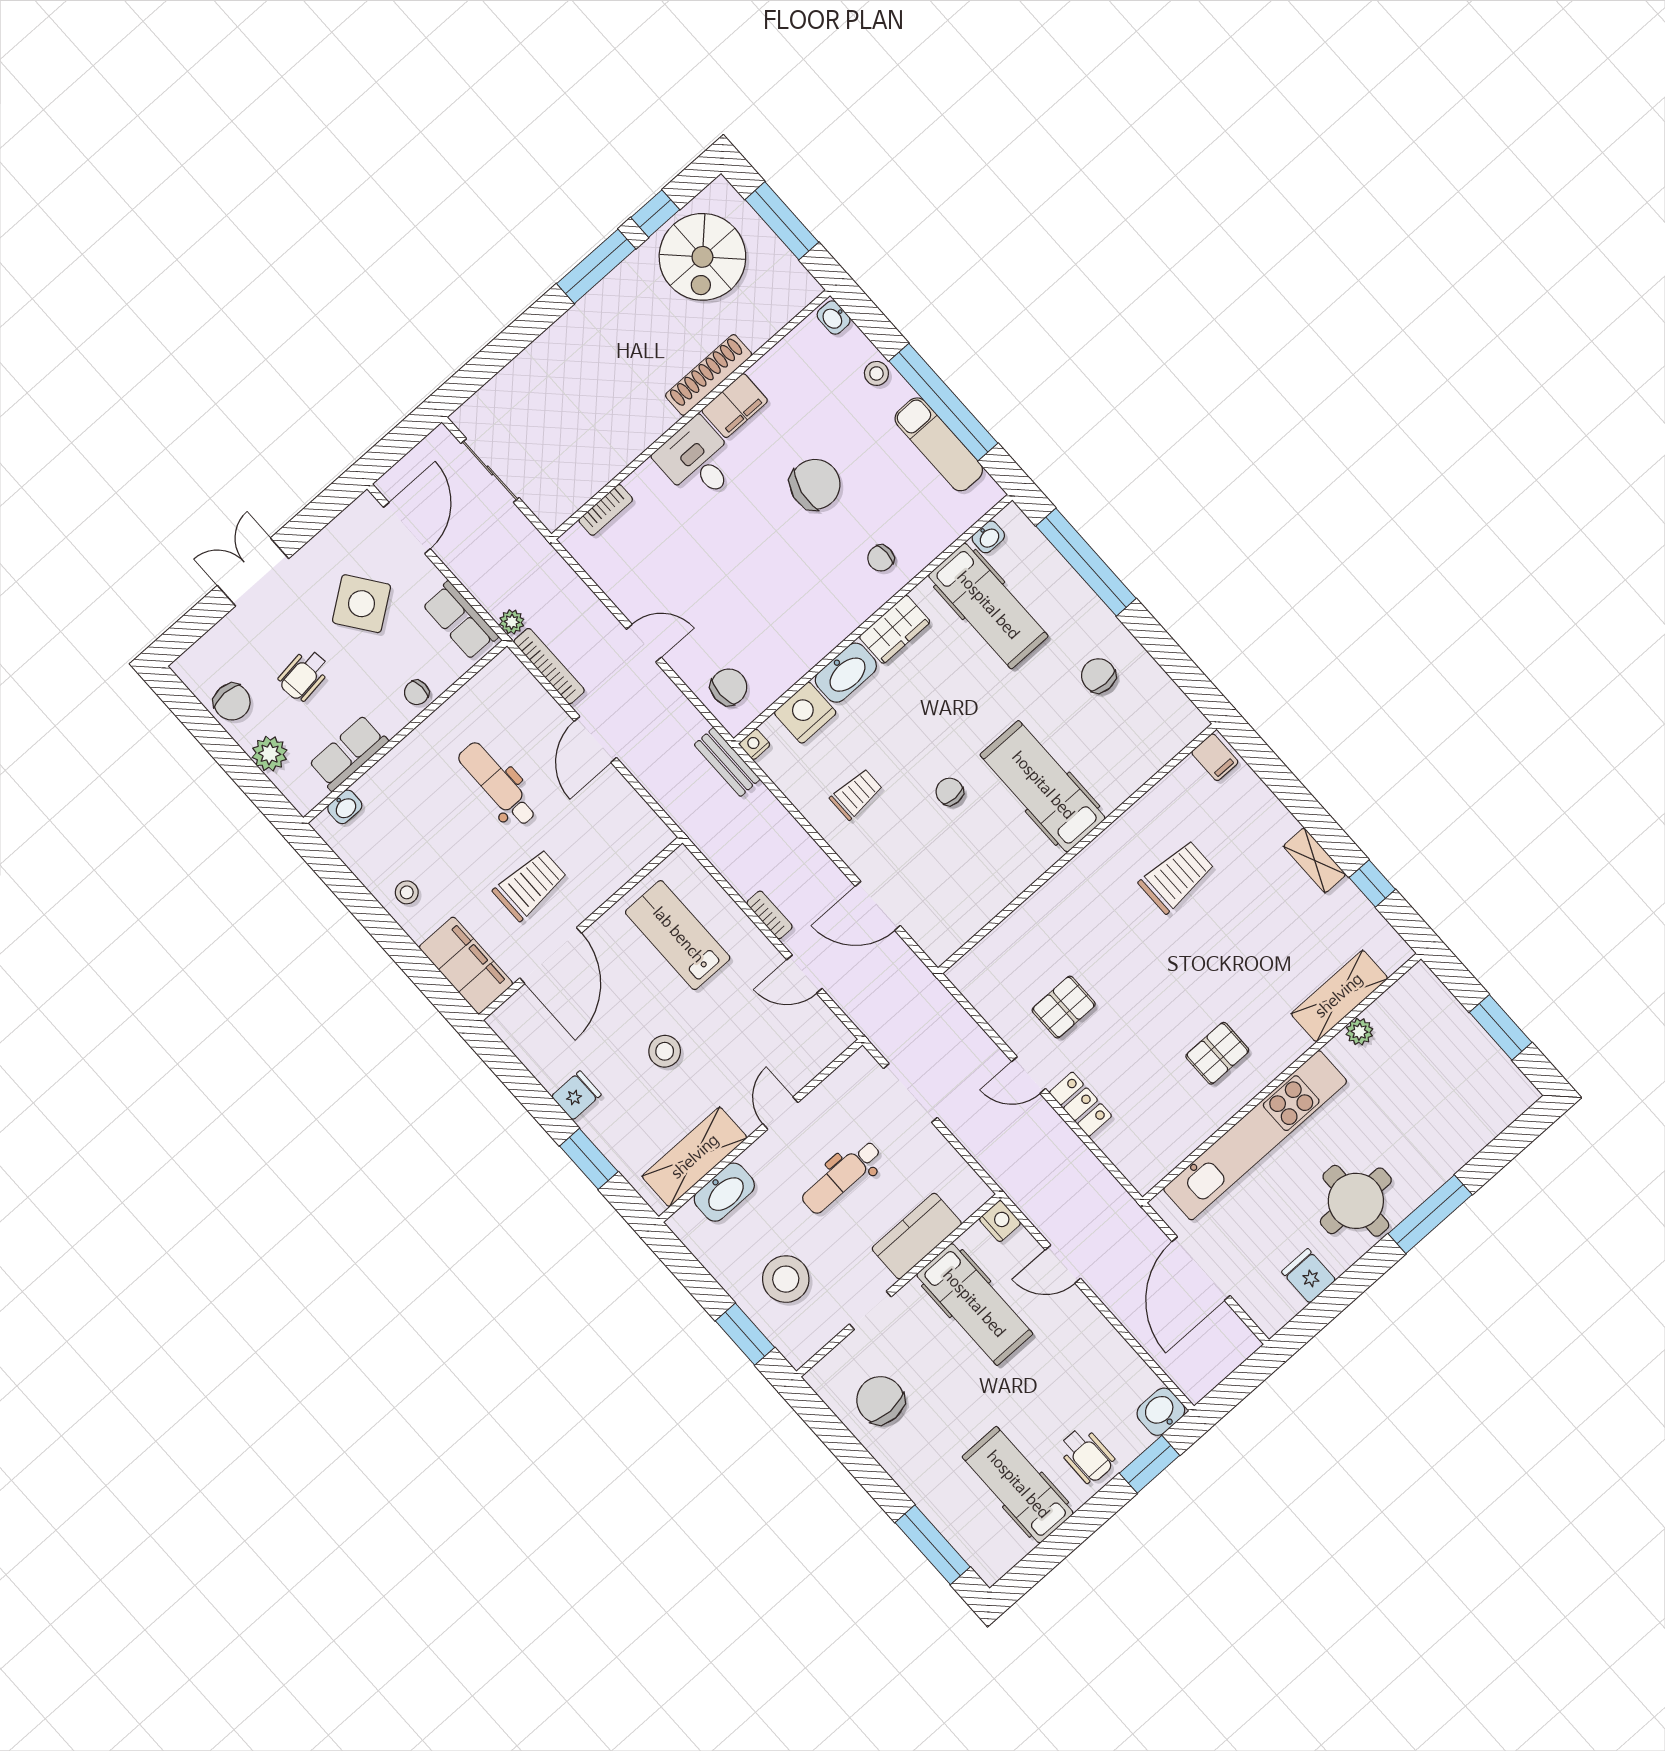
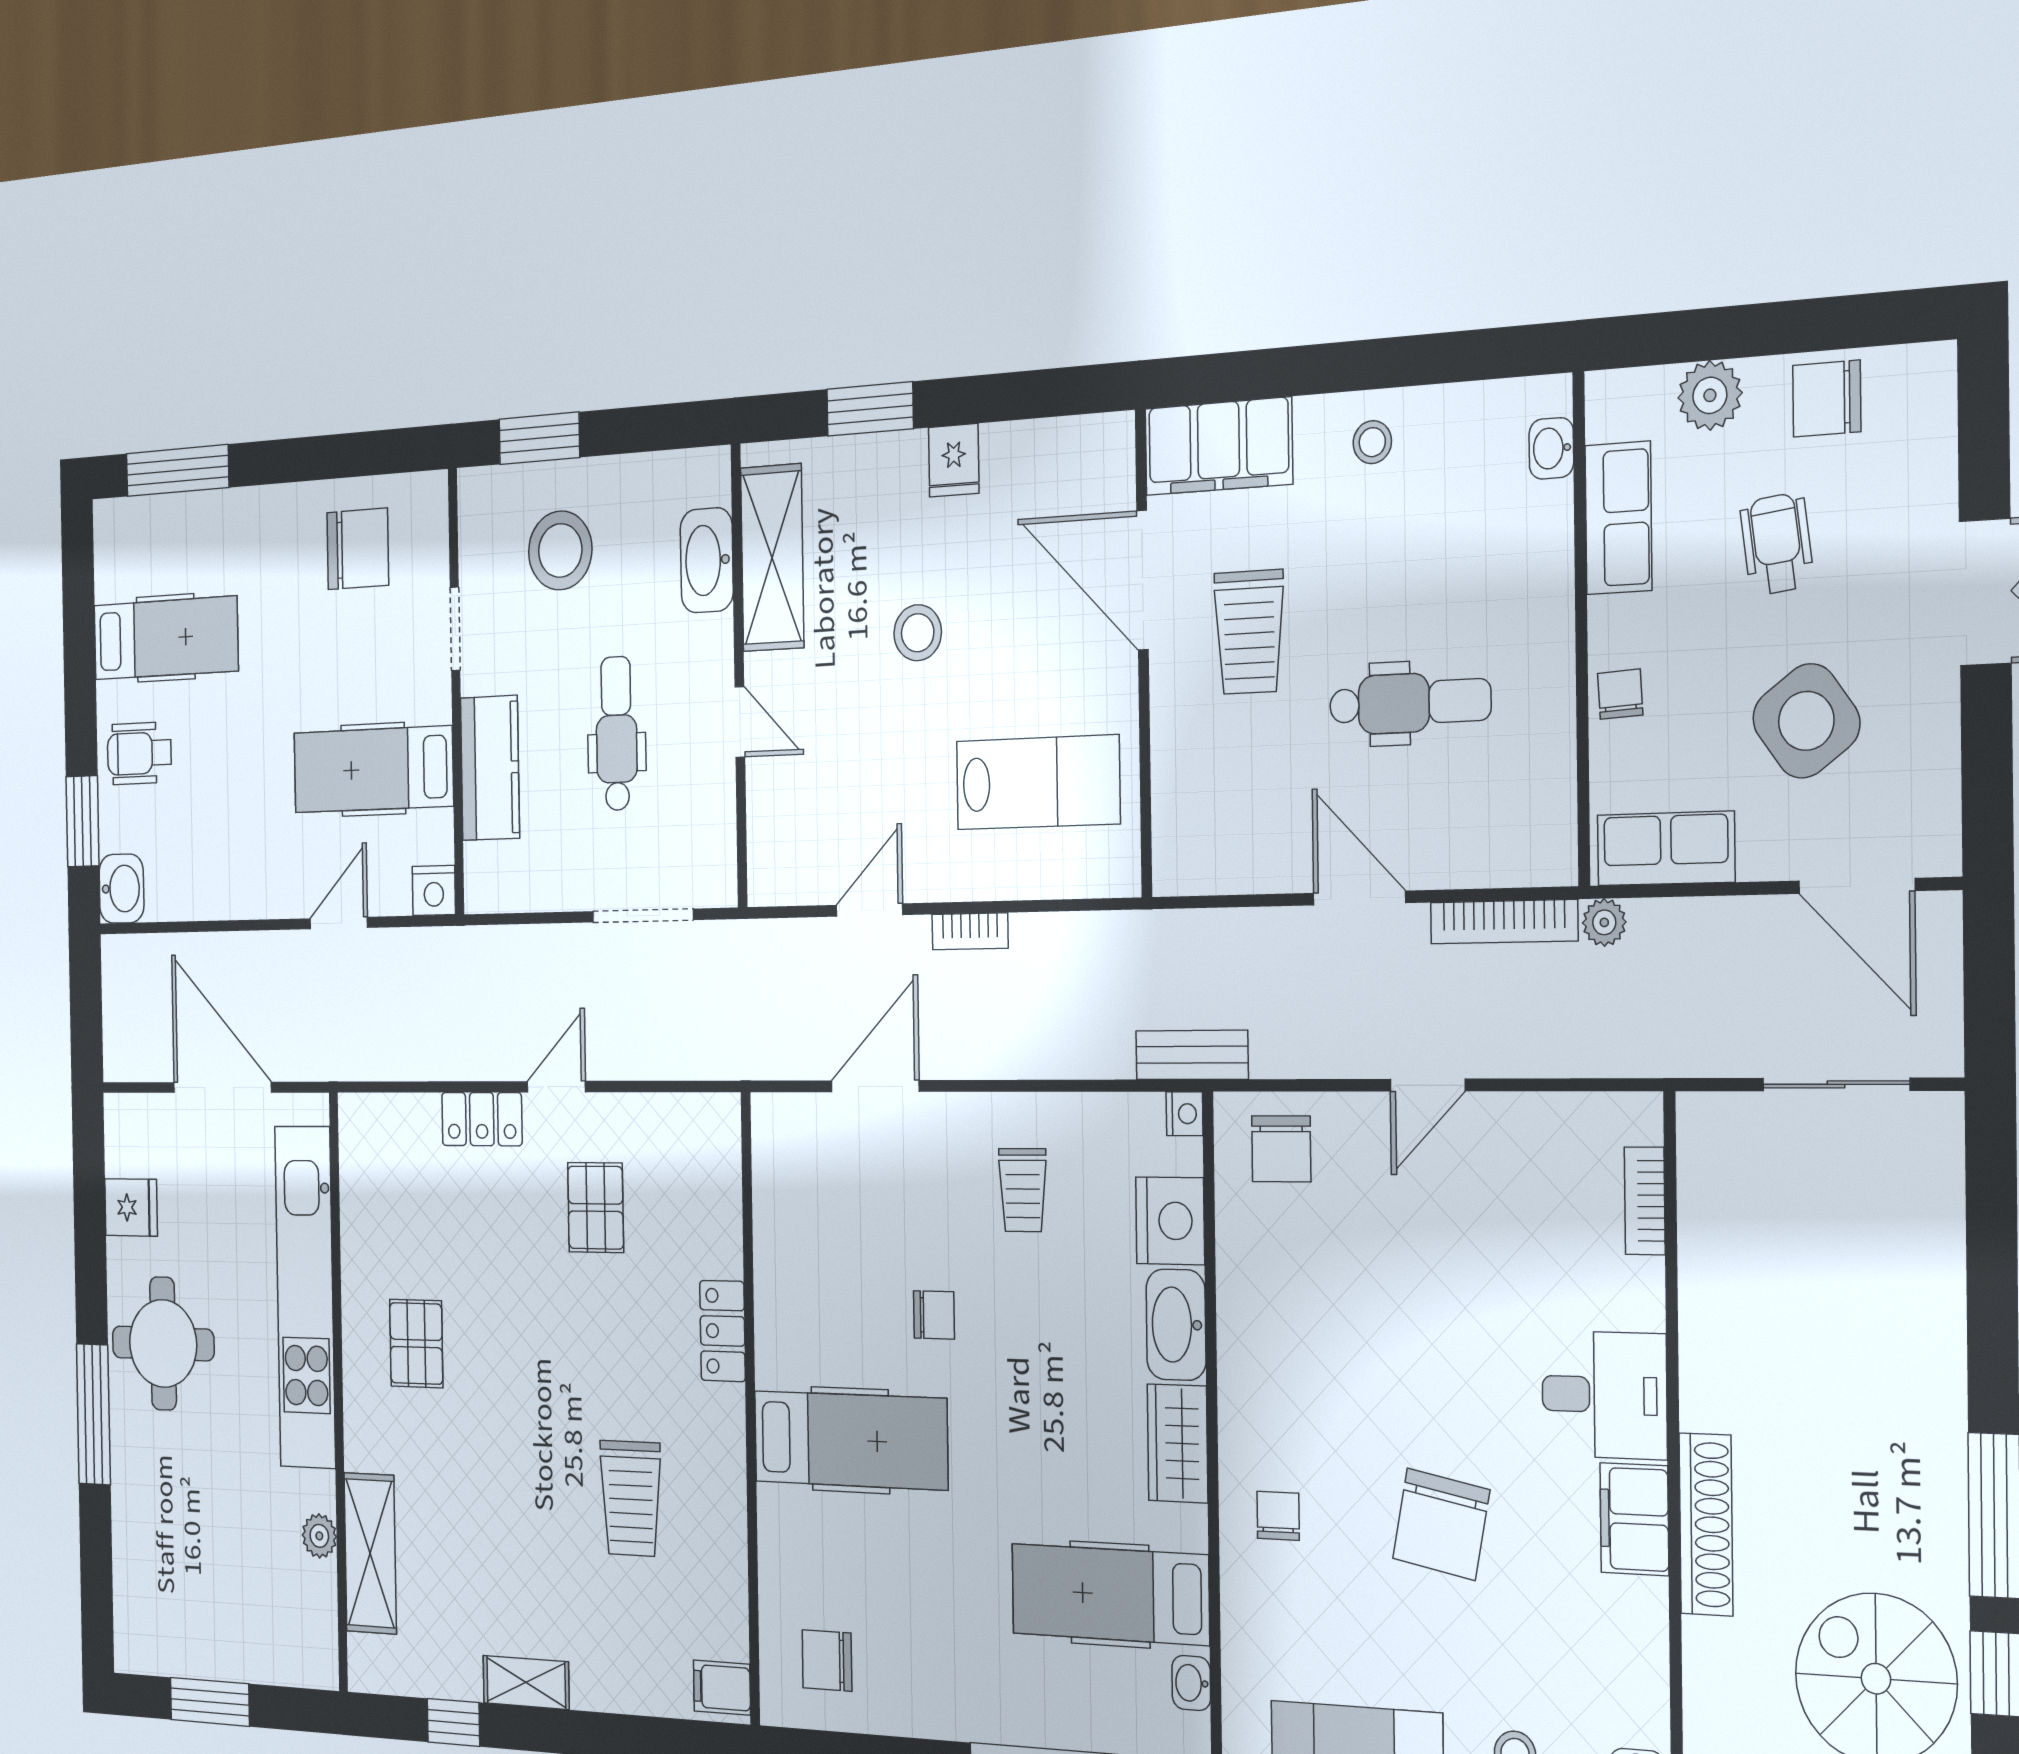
chair: (1098, 676) -> (827, 1660), moved, turned 180
locker: (1056, 893) -> (723, 1331), added

